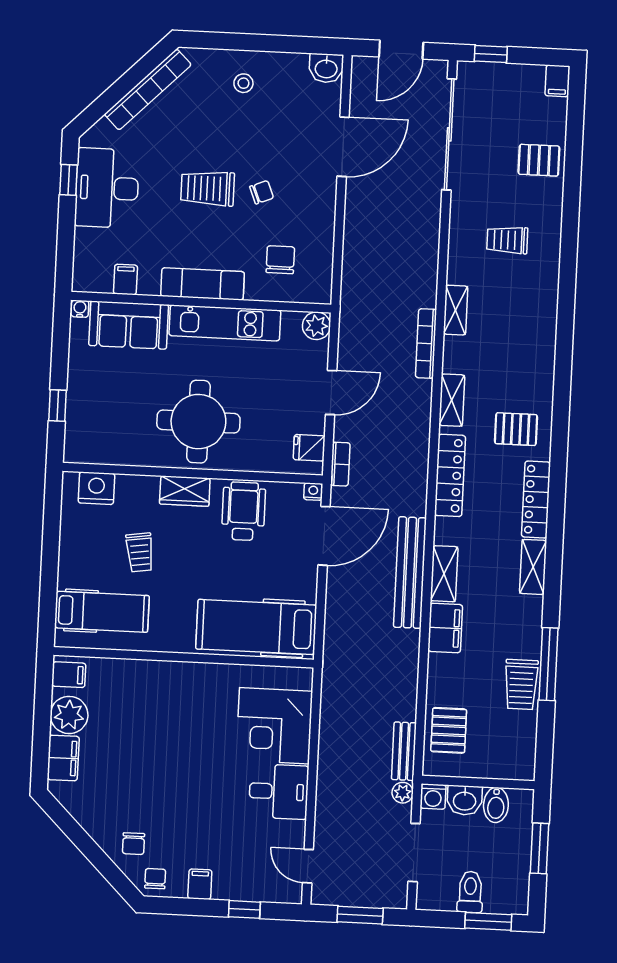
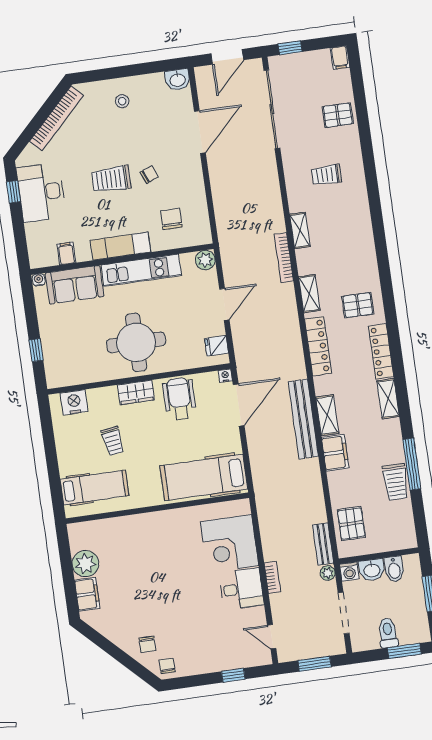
bookcase: (340, 464) -> (272, 577), moved
filing cabinet: (69, 675) -> (80, 536), removed
filing cabinet: (200, 884) -> (199, 664), removed

